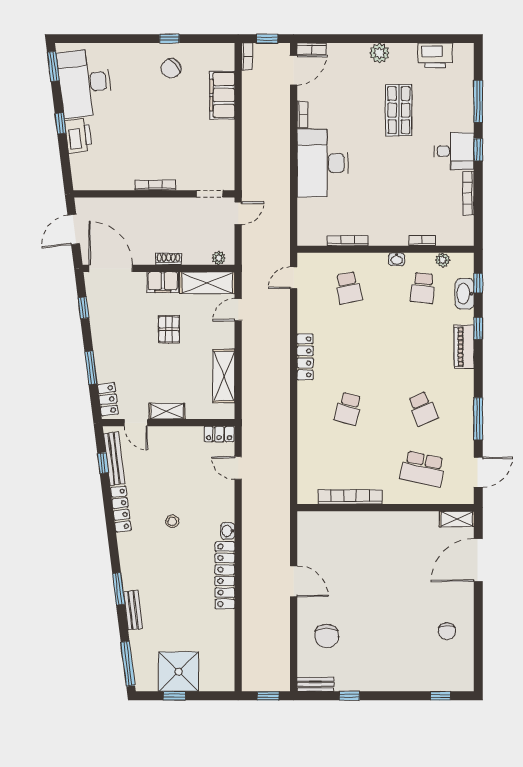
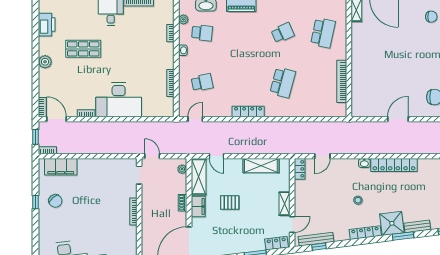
filing cabinet: (222, 95) -> (61, 167), moved
door: (294, 278) -> (195, 119), swing flipped
school desk: (348, 409) -> (283, 83), width x1.85
locker: (121, 509) -> (365, 233), moved
shower: (138, 572) -> (392, 223), added

